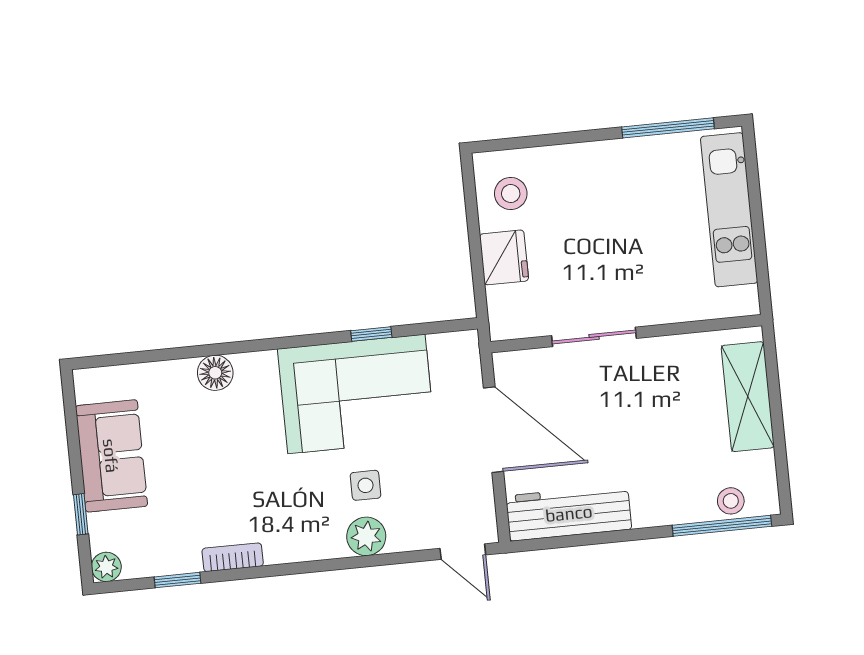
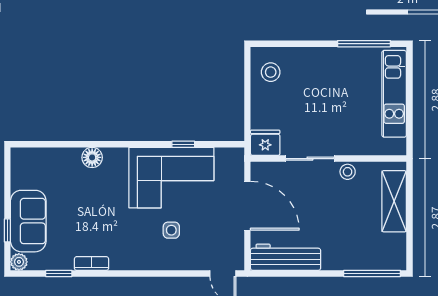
fridge: (504, 257) -> (265, 143), moved, turned -90
sofa: (111, 456) -> (28, 221), moved
stool: (731, 501) -> (348, 172), moved
plant: (366, 536) -> (169, 259), removed

